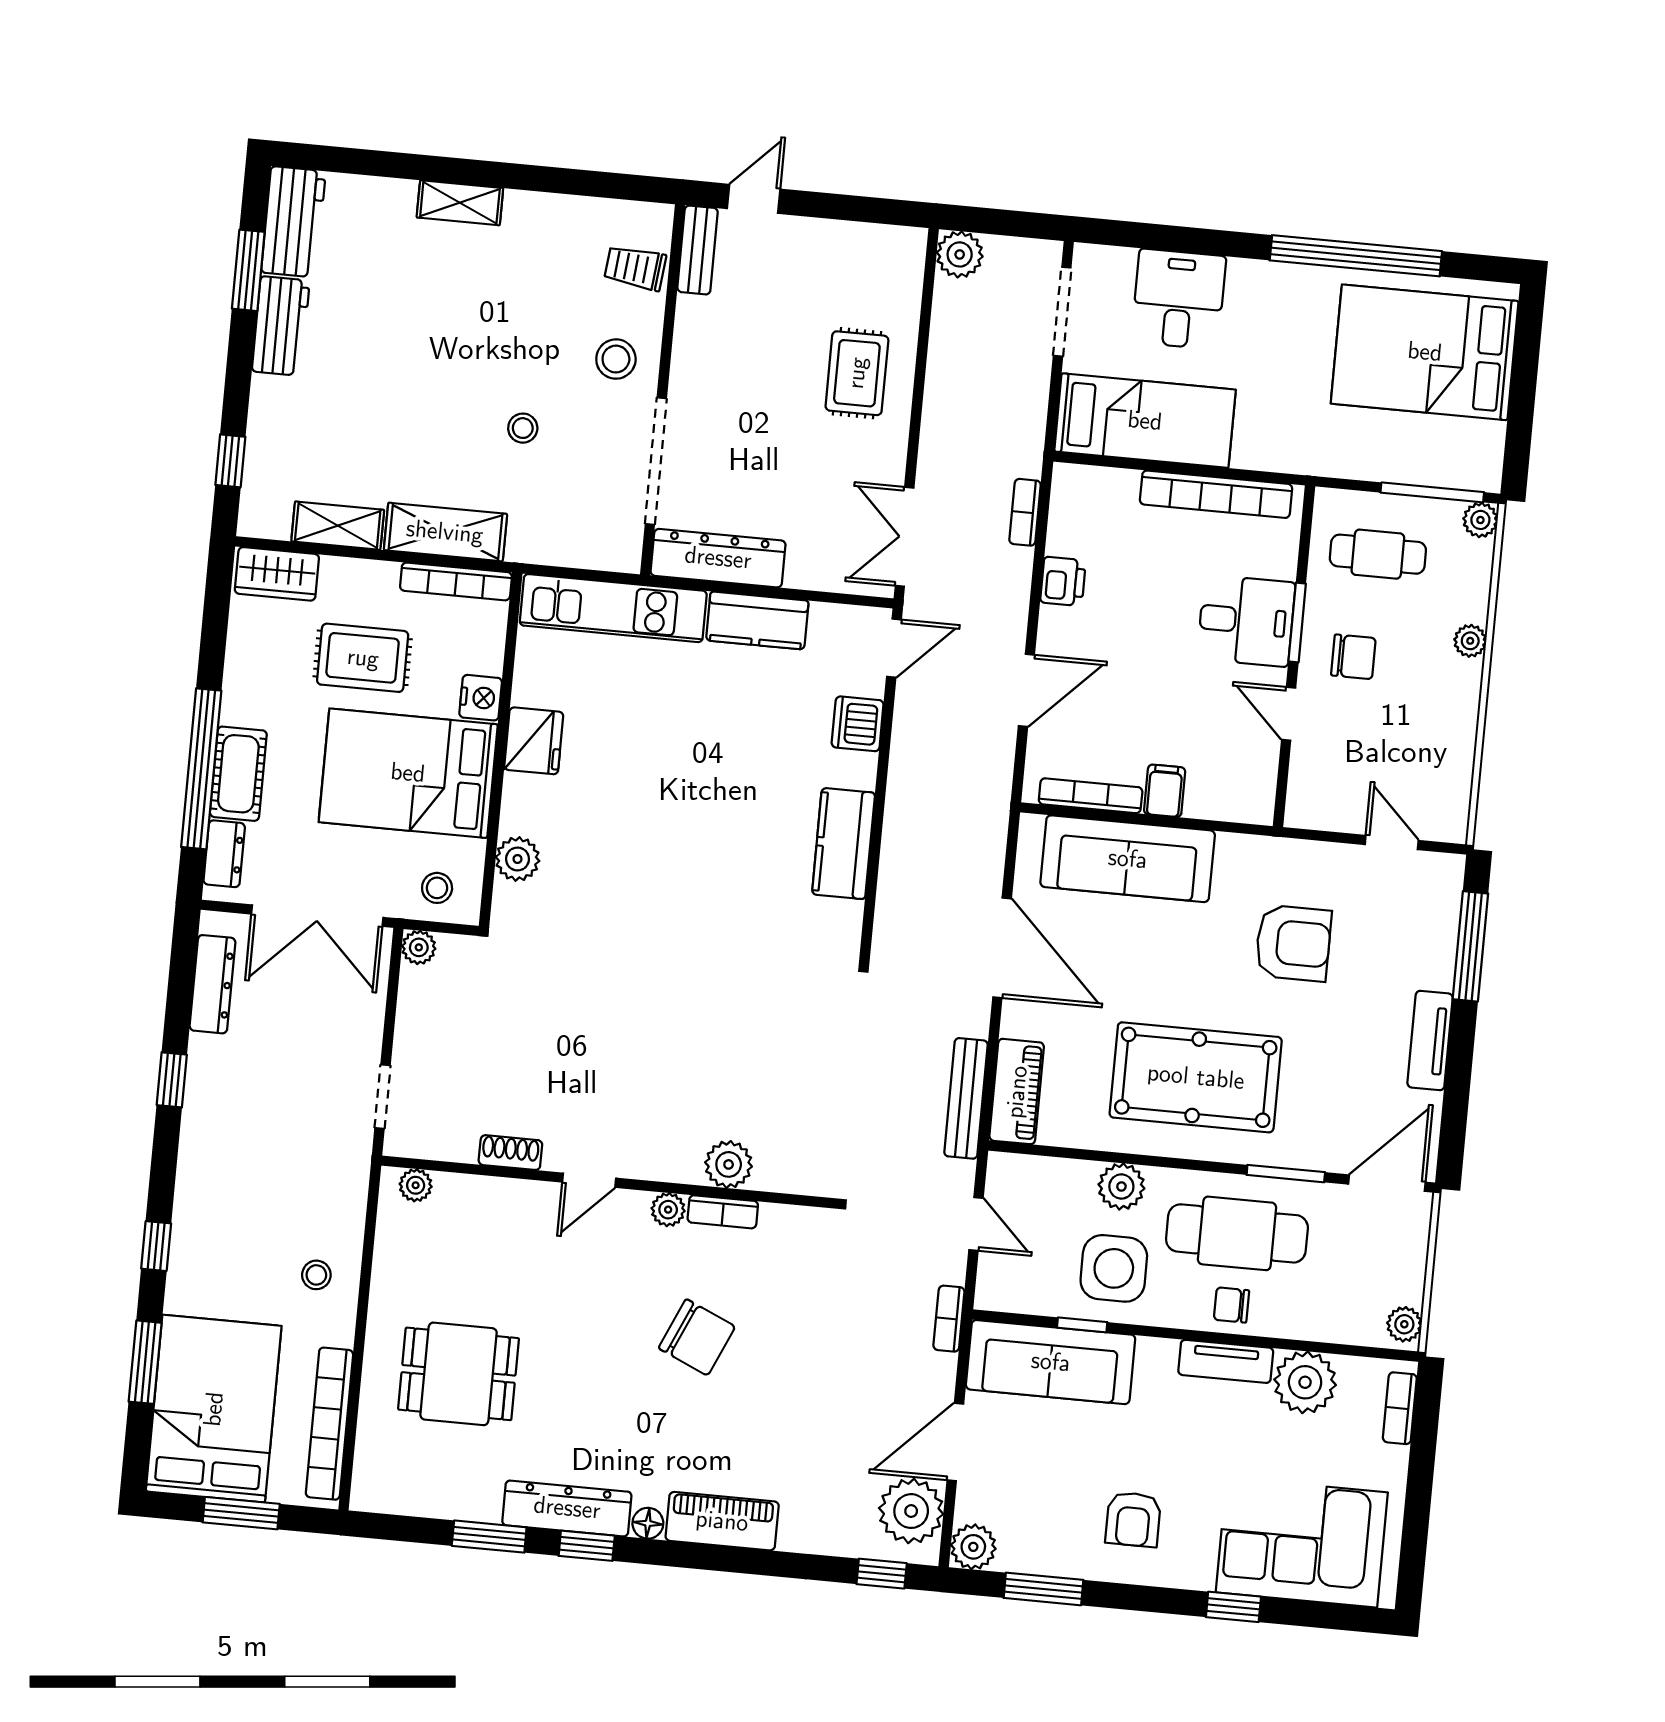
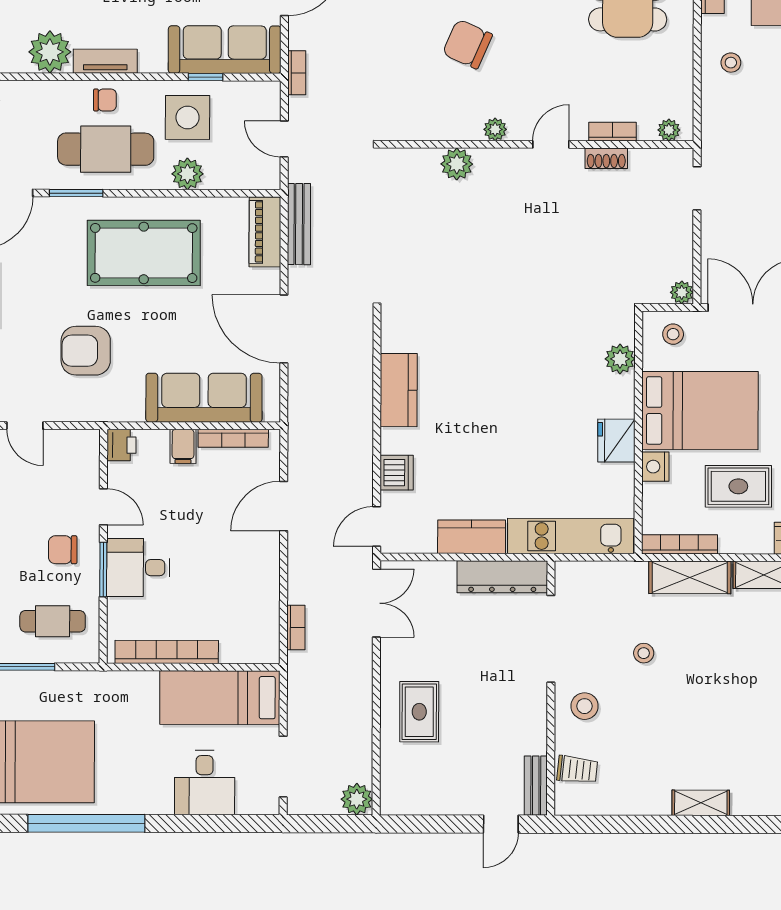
printer: (1063, 581) -> (121, 445), moved, turned 180
bookcase: (723, 1212) -> (613, 132), moved

